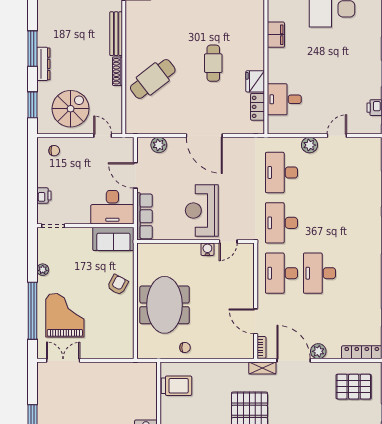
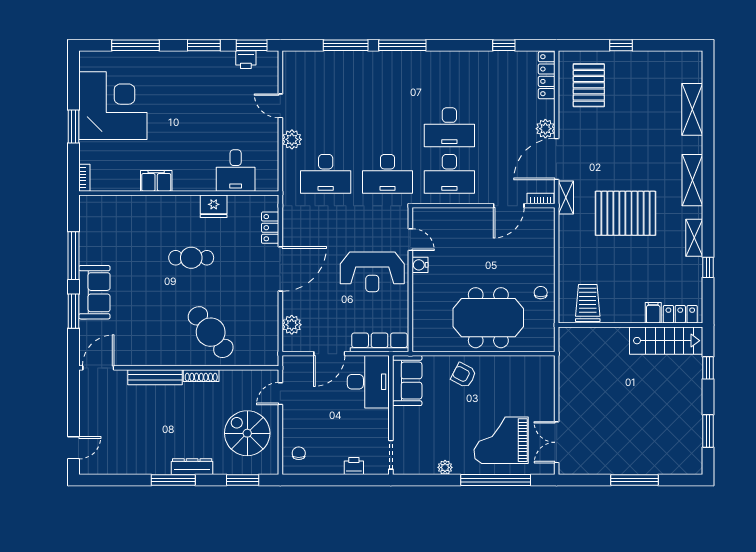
locker: (258, 107) -> (270, 228), moved, turned 90

